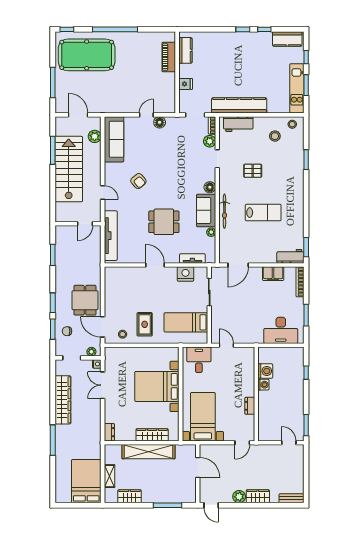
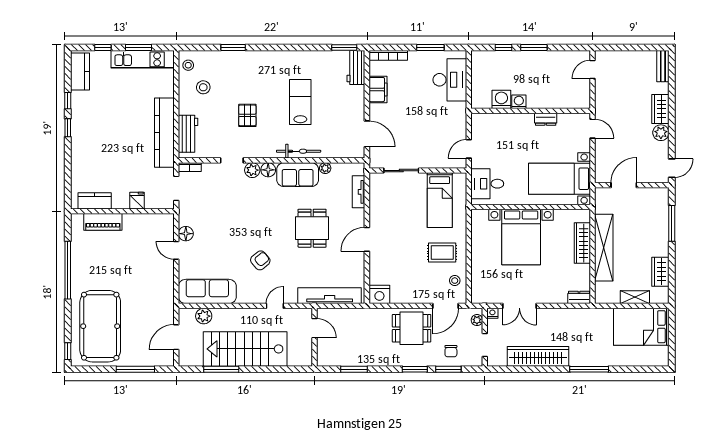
window: (115, 29) -> (68, 270), moved
plant: (210, 141) -> (252, 170), moved
nightstand: (185, 274) -> (379, 294), moved, turned -90
window: (306, 425) -> (534, 48), moved

